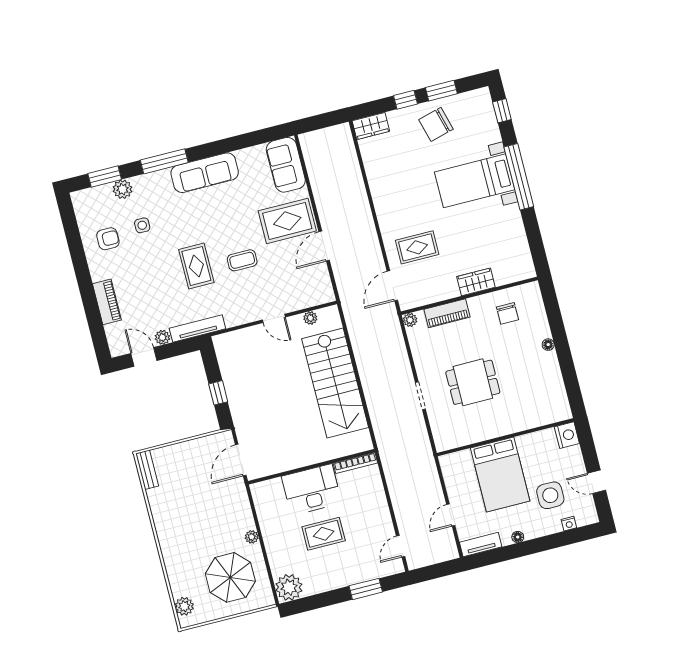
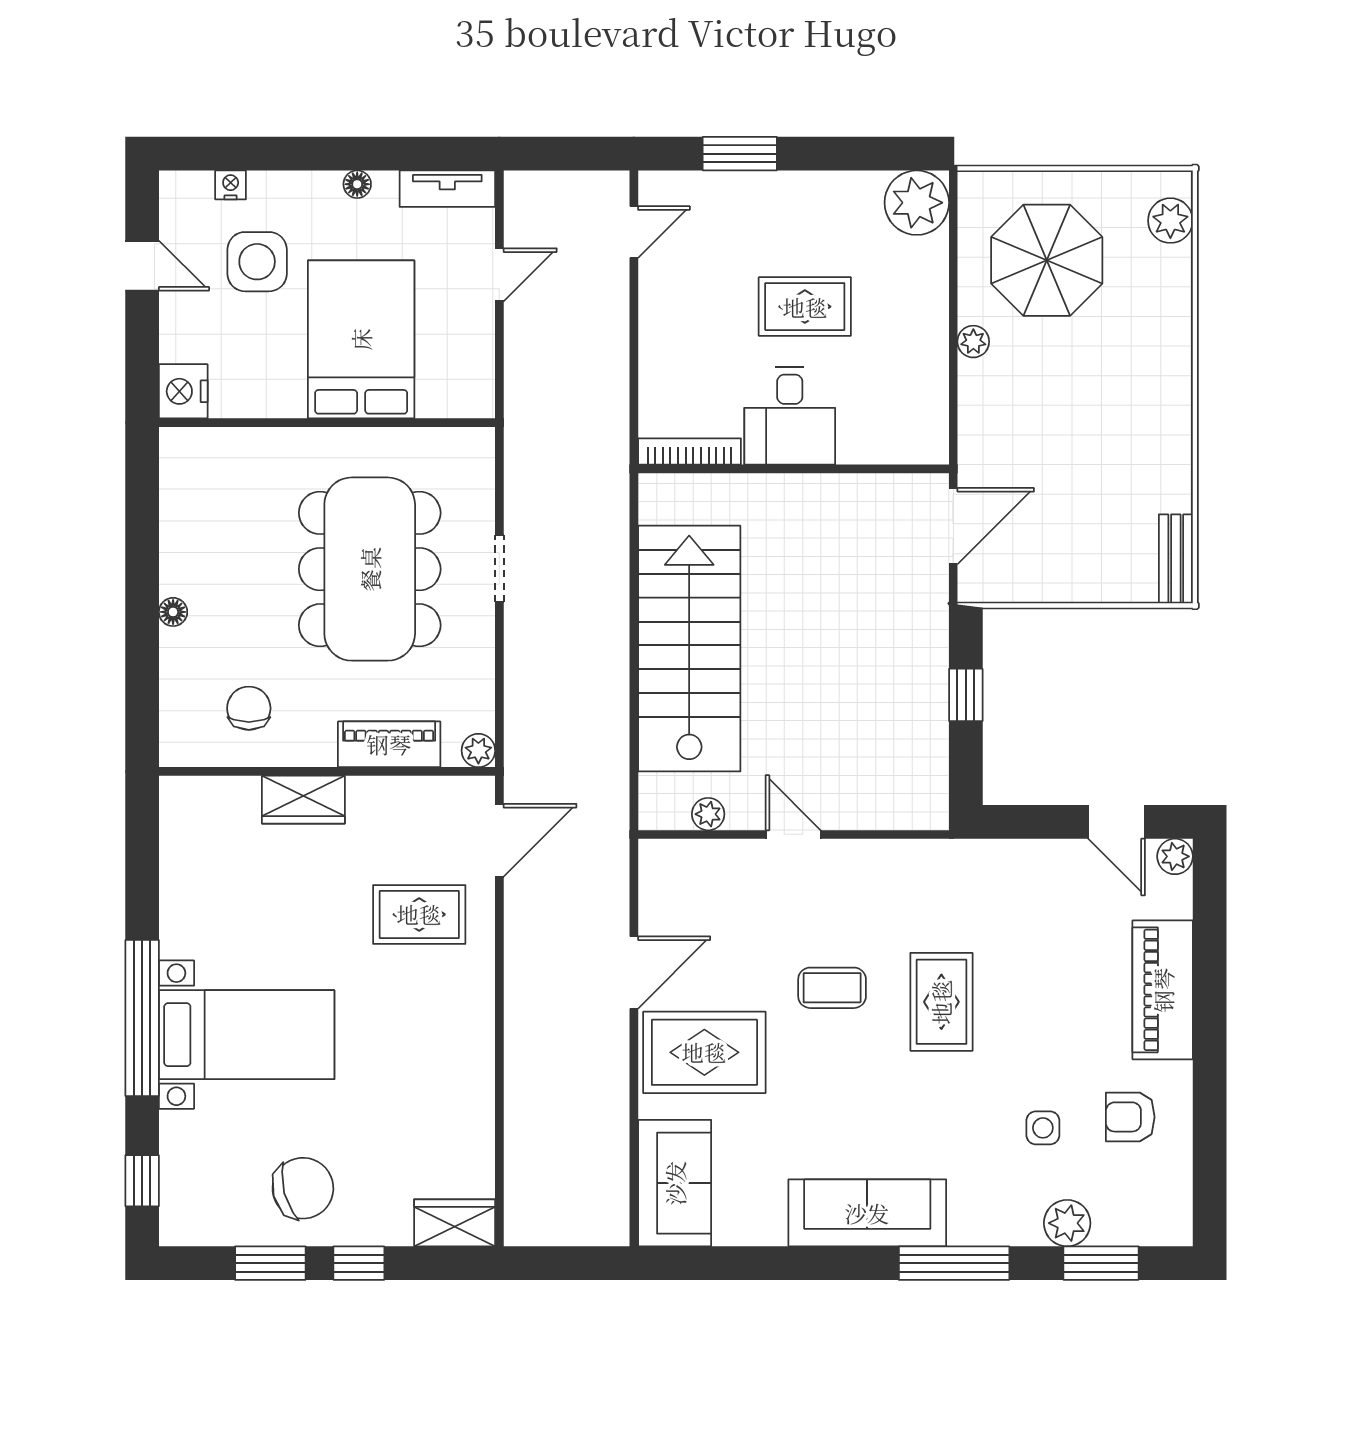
piano: (107, 302) -> (1163, 990), width x1.37, depth x1.33
tv unit: (197, 328) -> (976, 856), removed
plant: (162, 337) -> (1175, 856), moved
dining table: (473, 382) -> (370, 569), width x1.88, depth x1.24
desk: (312, 490) -> (790, 416), width x0.73

